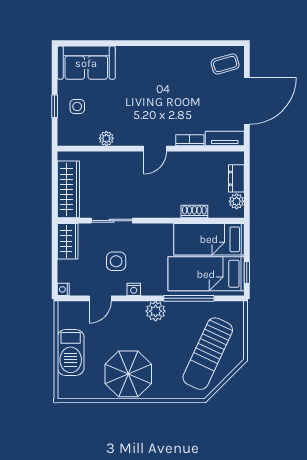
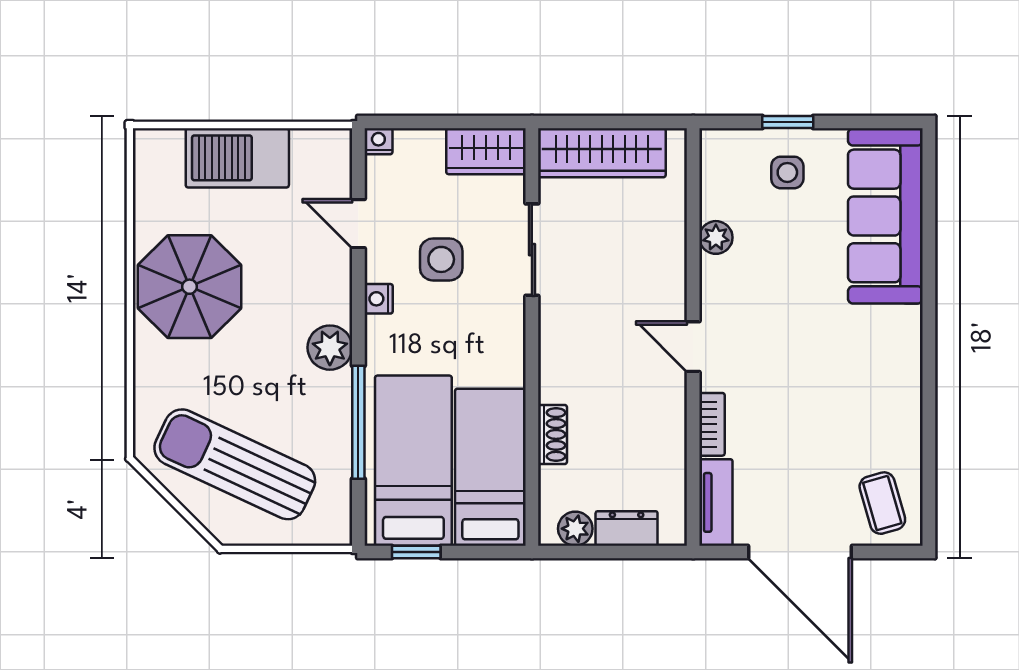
sofa: (86, 63) -> (885, 216), width x1.36

